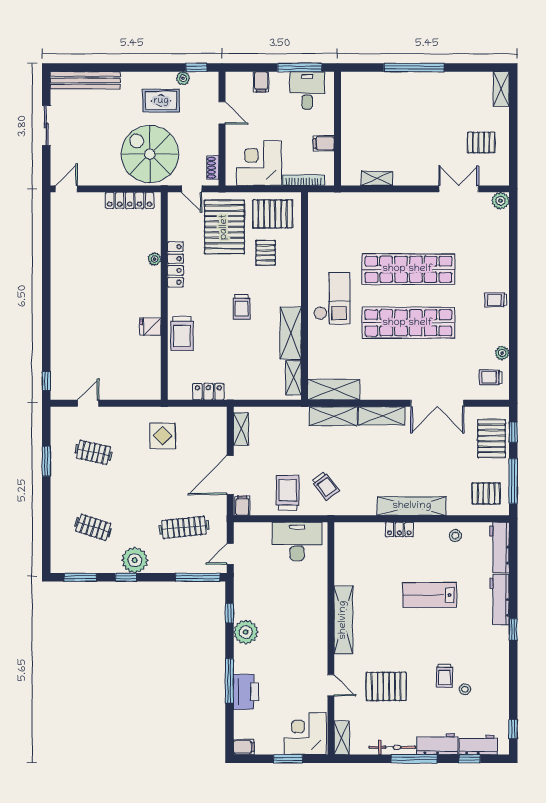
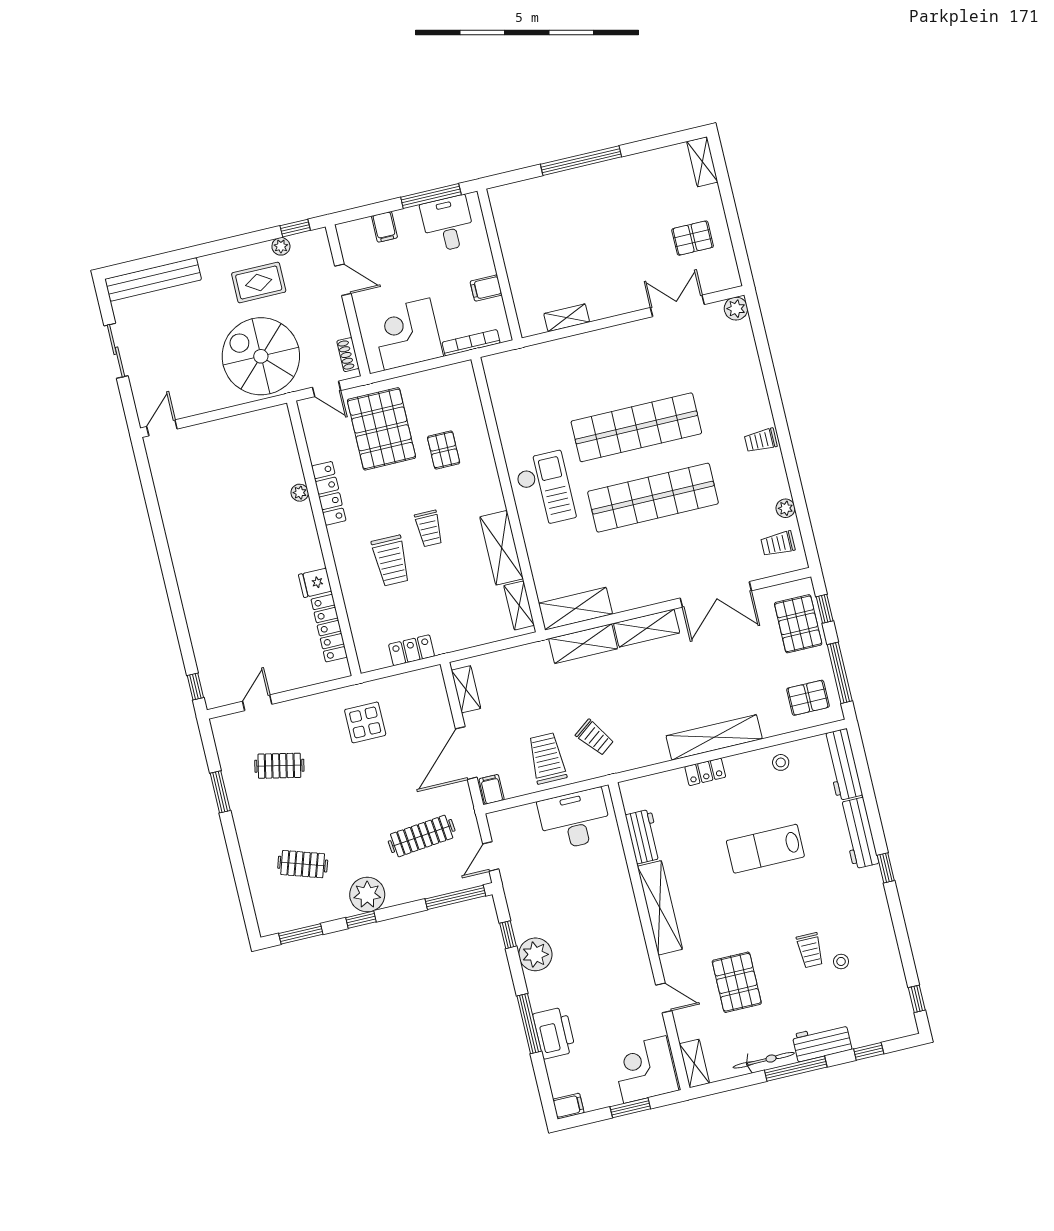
locker: (130, 200) -> (329, 628), moved, turned 90
pallet: (272, 214) -> (441, 397), removed
trolley: (182, 334) -> (391, 561), moved
pallet: (386, 686) -> (737, 982), turned 90
workbench: (478, 745) -> (644, 837), moved, turned 90

